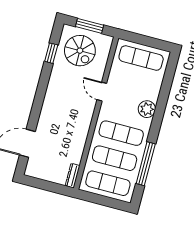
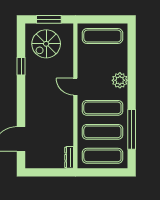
spiral stairs: (80, 51) -> (46, 44), turned 90
window: (51, 53) -> (21, 66), moved
door: (102, 92) -> (75, 87), moved

